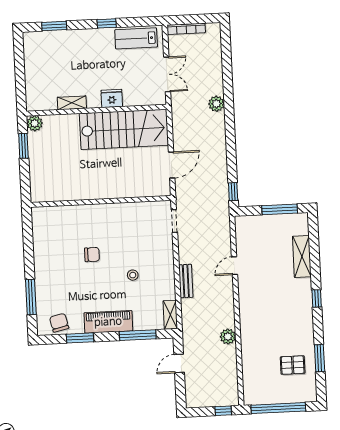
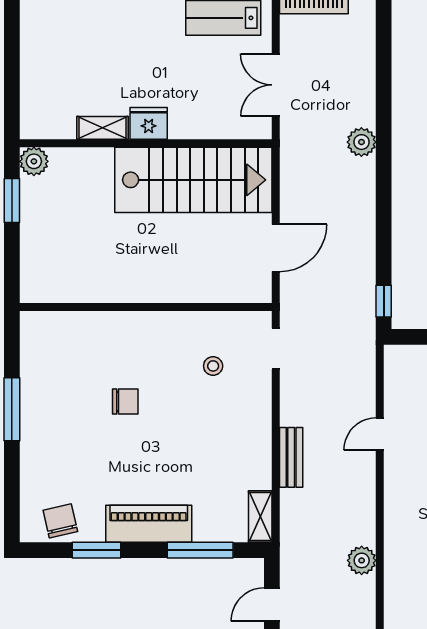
double door: (167, 74) -> (276, 85), swing flipped
fridge: (112, 98) -> (149, 123), moved
stool: (133, 275) -> (213, 366), moved
window: (31, 297) -> (12, 409), moved

